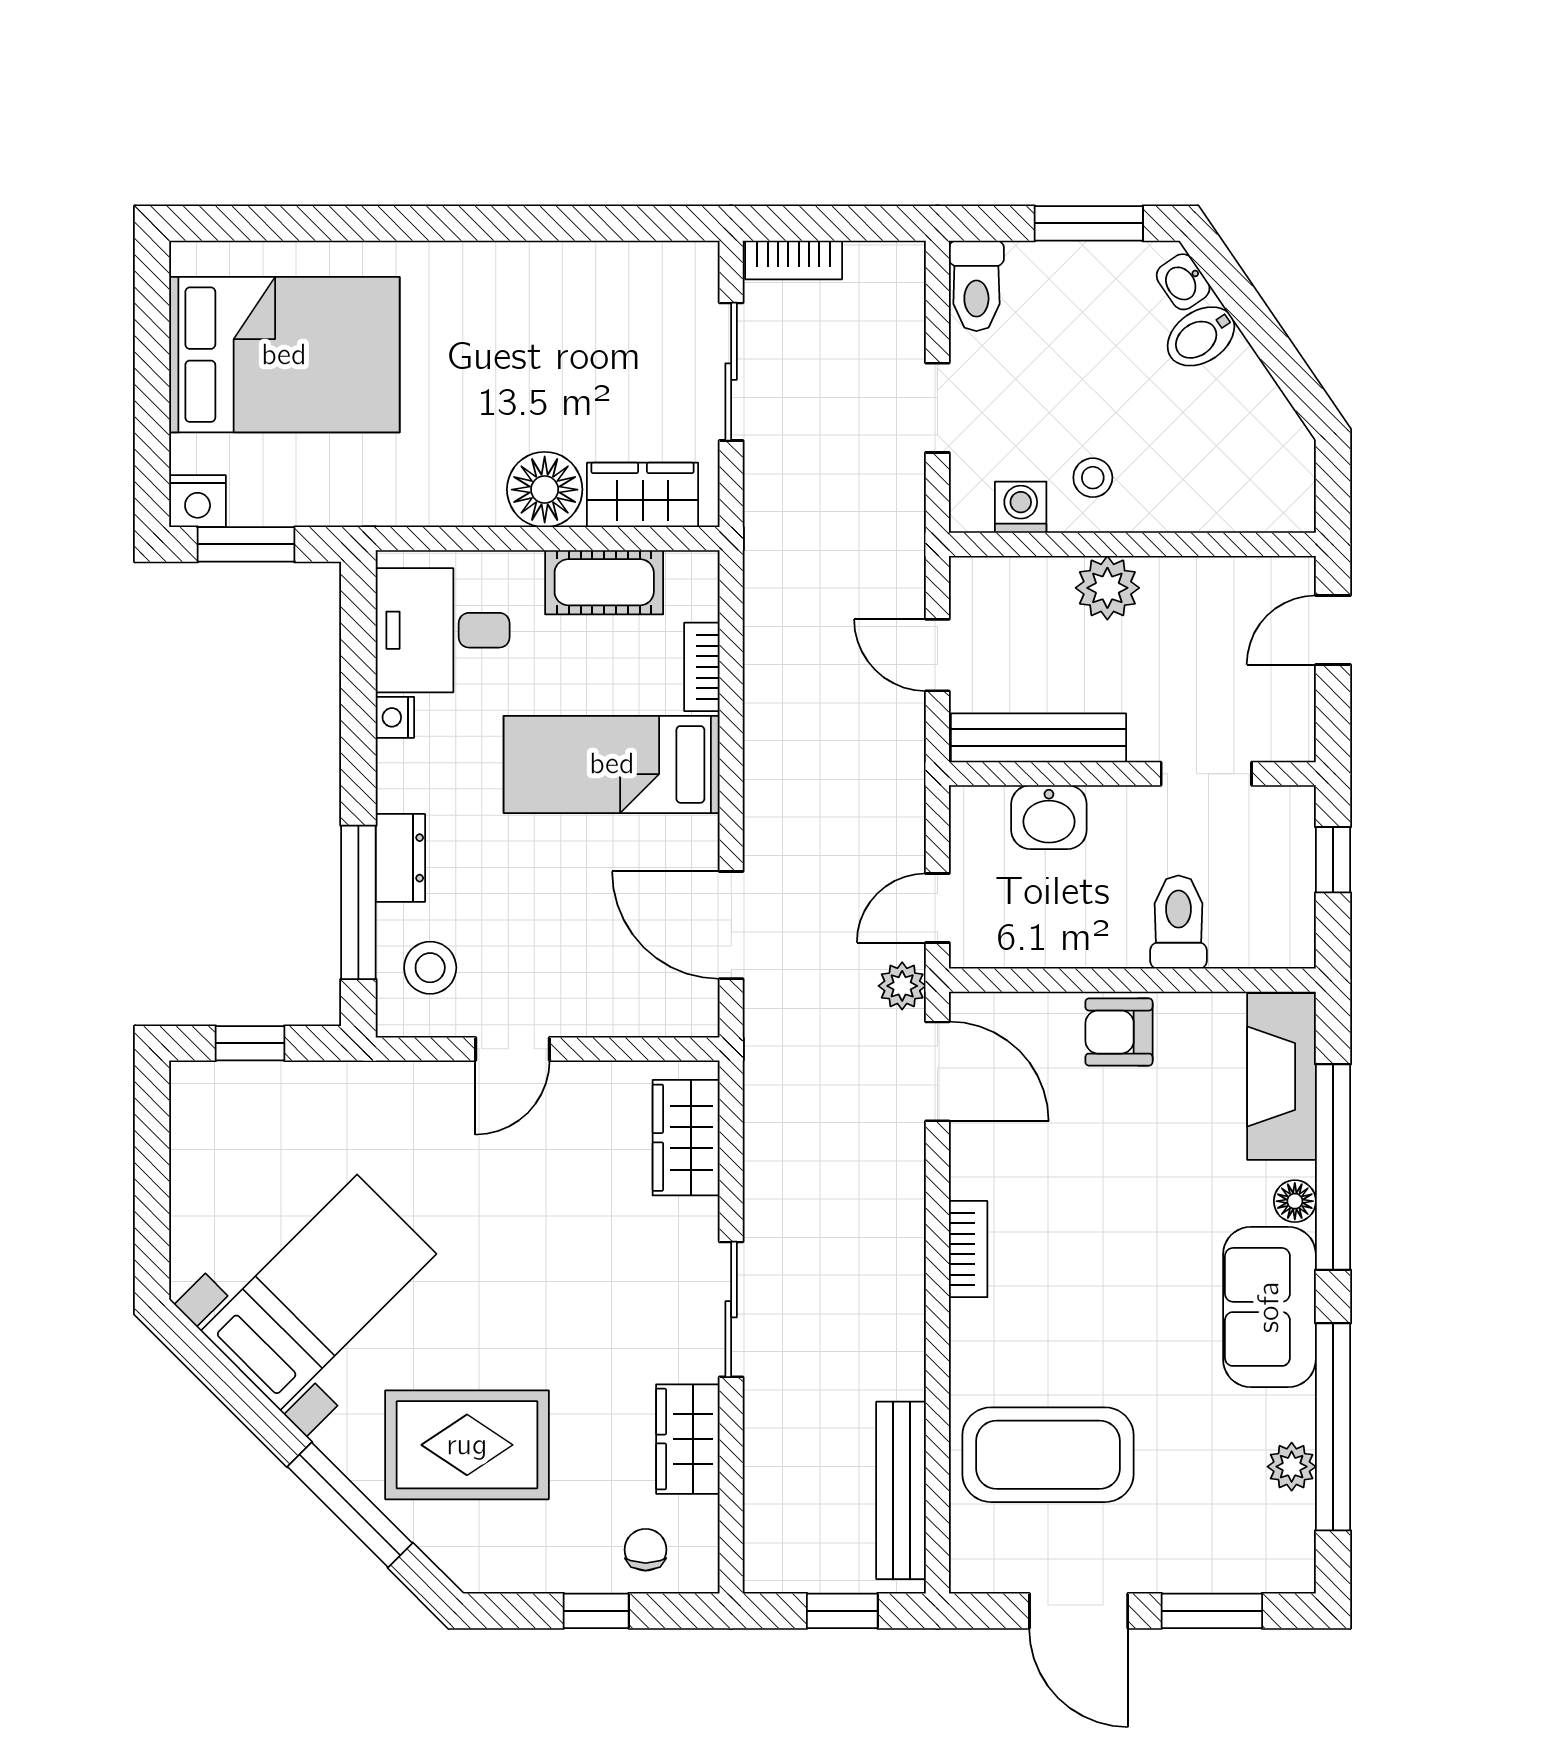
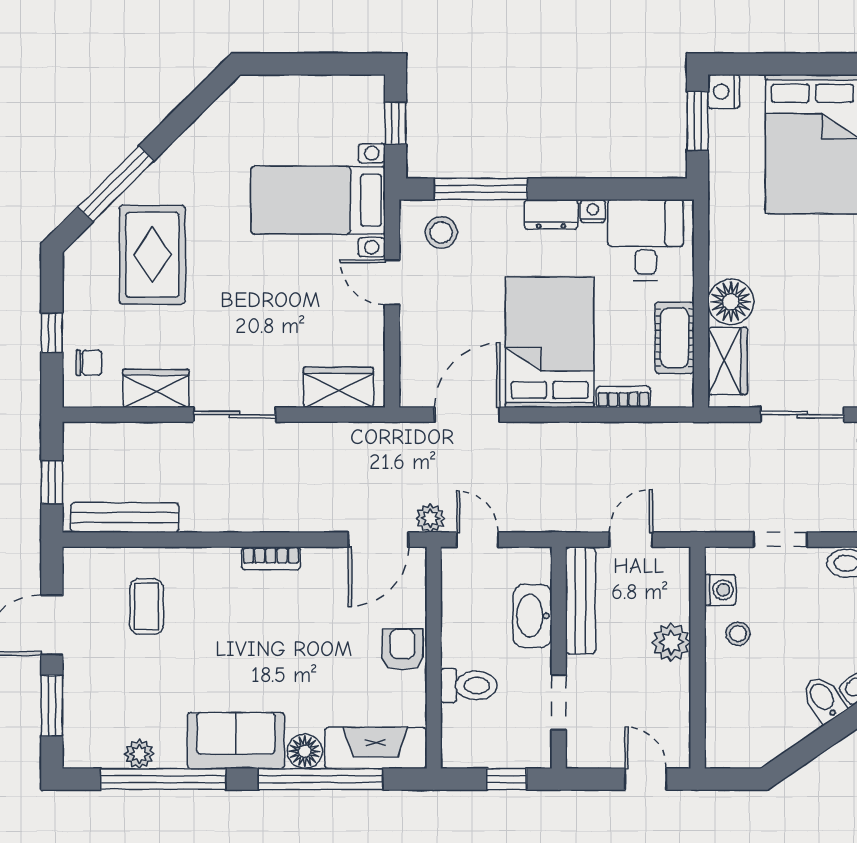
bed: (612, 764) -> (550, 342), width x1.50
washbasin: (1049, 817) -> (532, 616), width x1.38
dresser: (400, 858) -> (551, 214), moved
floor lamp: (1295, 1201) -> (305, 751), width x1.37, depth x1.37
bed with nightstands: (318, 1292) -> (318, 200), moved, turned 135
coffee table: (1048, 1455) -> (146, 607), width x0.54, depth x0.58

